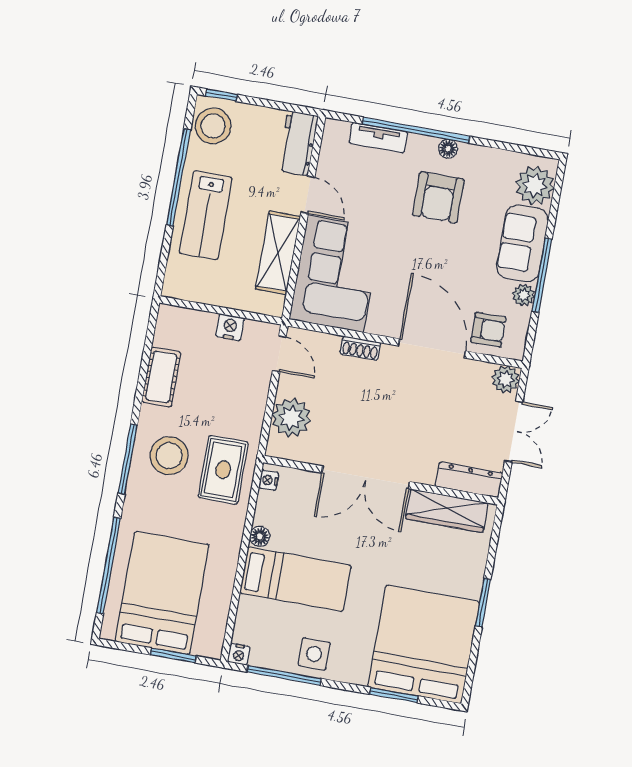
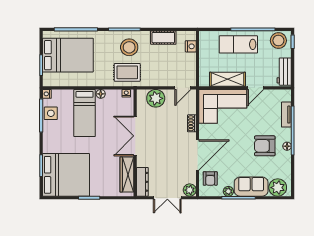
workbench: (298, 143) -> (284, 72), moved, turned -90
nightstand: (230, 327) -> (191, 46), moved
side table: (314, 654) -> (51, 113), moved

